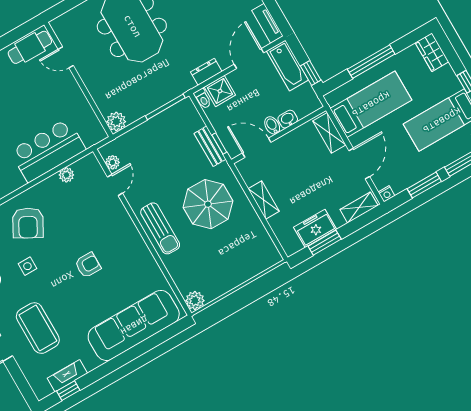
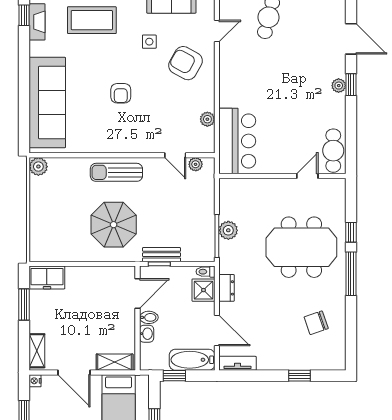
plant: (116, 122) -> (228, 230), moved
bar counter: (48, 150) -> (237, 141), moved
shelving: (264, 200) -> (90, 274), removed
freezer: (315, 228) -> (47, 278), moved, turned 90

